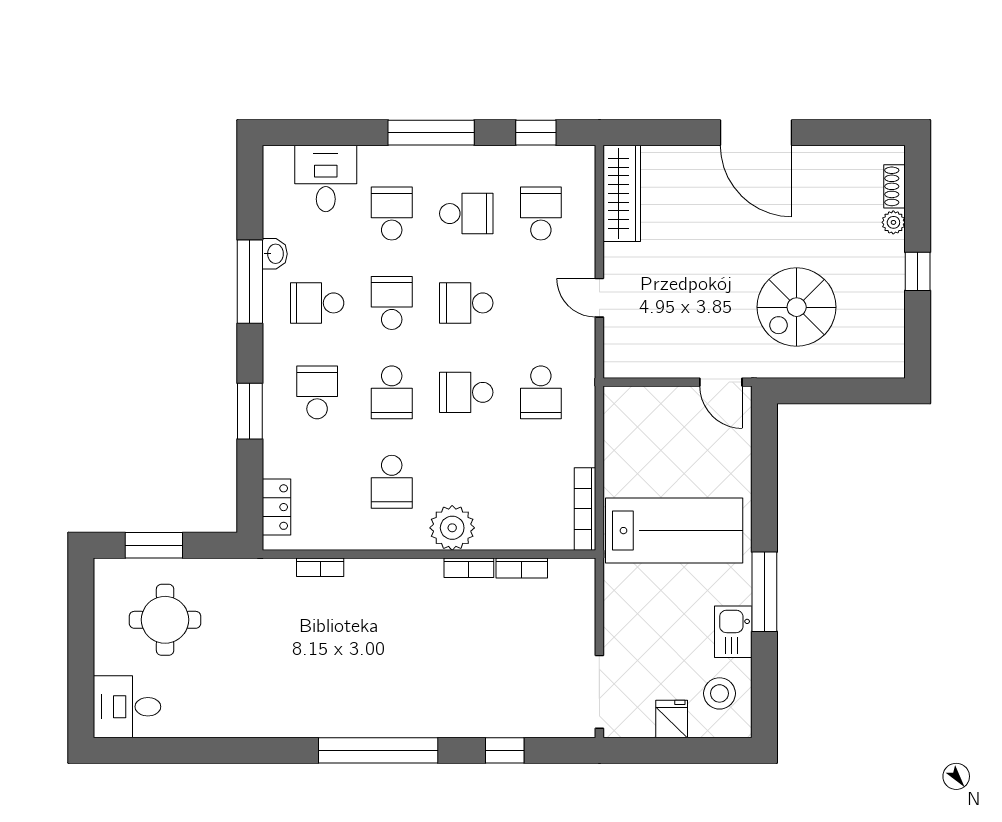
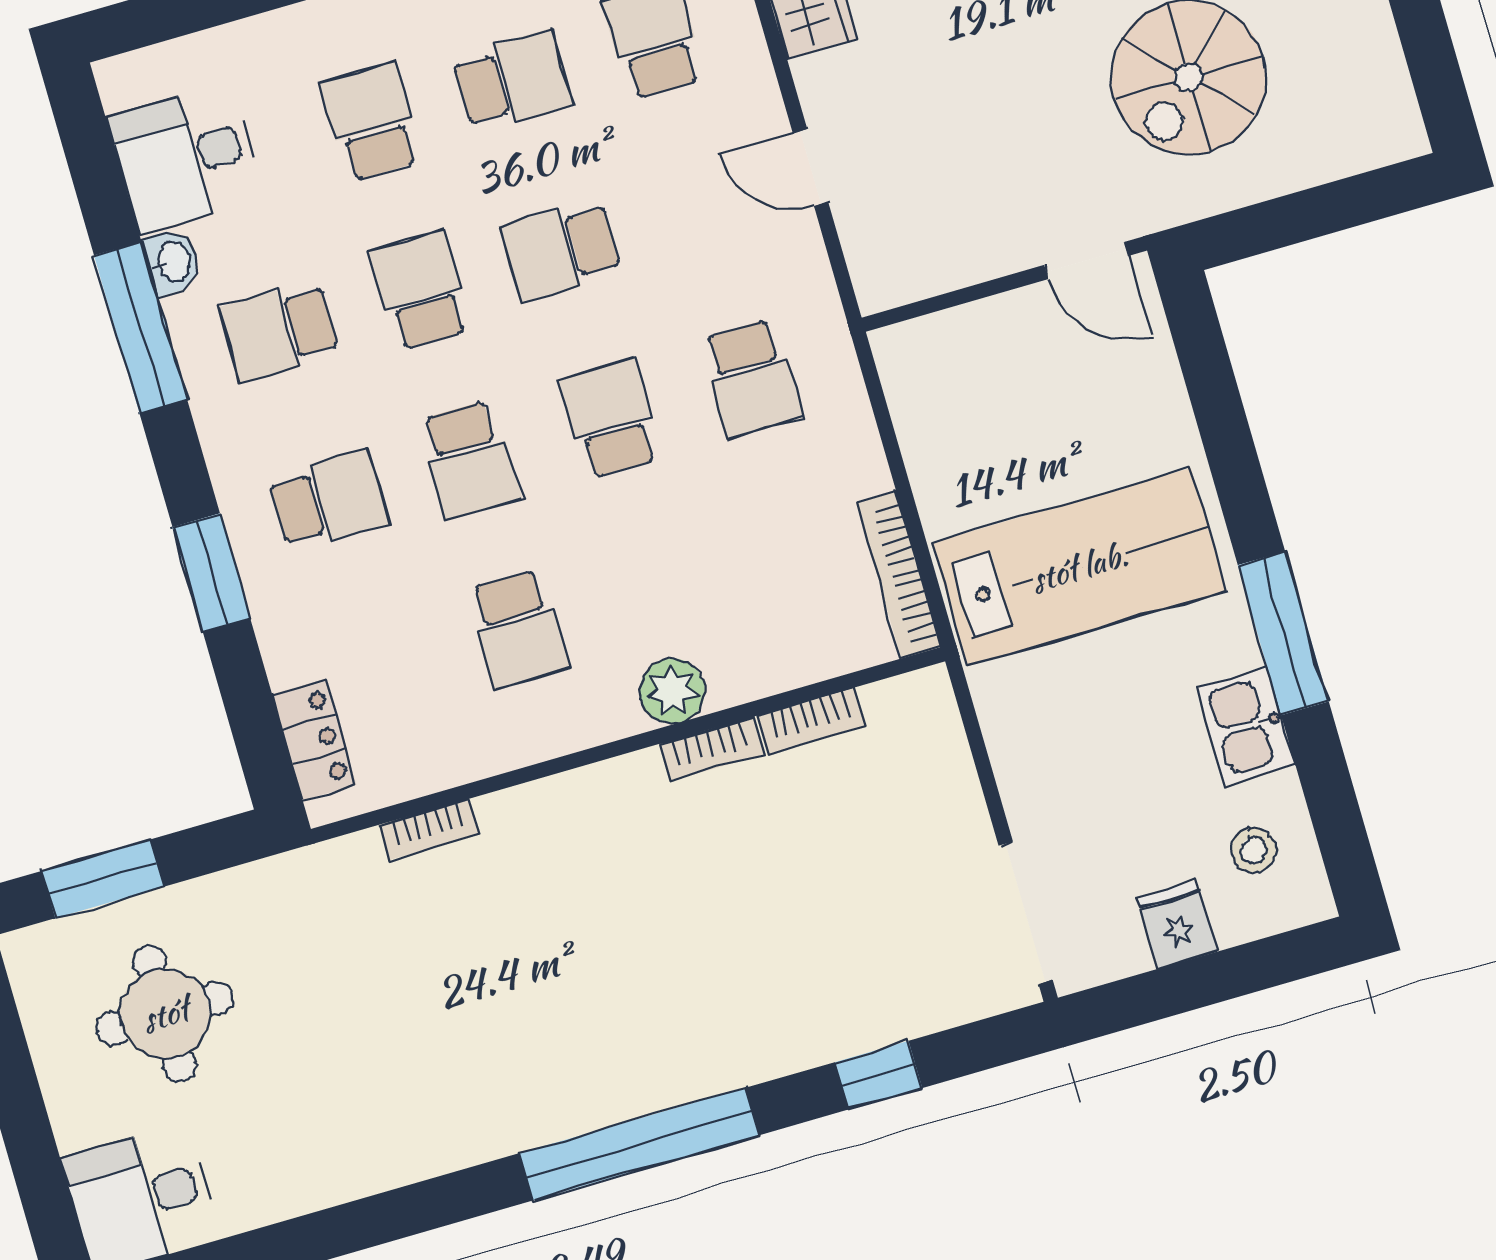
desk: (326, 178) -> (186, 158), moved, turned -90
school desk: (317, 392) -> (328, 500), turned 90
school desk: (466, 392) -> (610, 419), turned 90
plant: (452, 528) -> (672, 691), width x0.73, depth x0.73
stool: (719, 693) -> (1254, 850), width x0.73, depth x0.73

